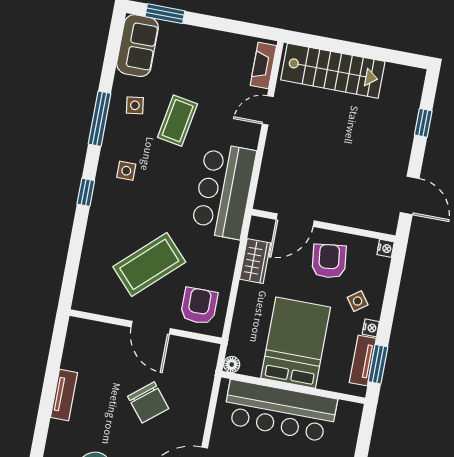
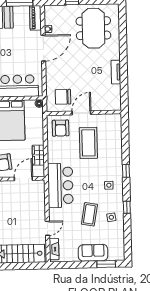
sofa: (138, 46) -> (93, 253), moved, turned 90
window: (100, 119) -> (127, 207), width x0.46
coffee table: (149, 264) -> (88, 143), turned -47
door: (151, 328) -> (81, 113), hinge flipped
chair: (148, 402) -> (63, 97), moved, turned -51

